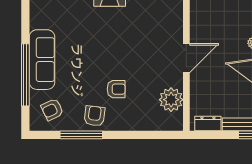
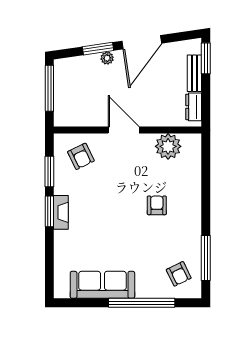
sofa: (42, 60) -> (102, 285), moved
armchair: (94, 116) -> (81, 156), moved, turned -123
window: (81, 135) -> (206, 258), moved

